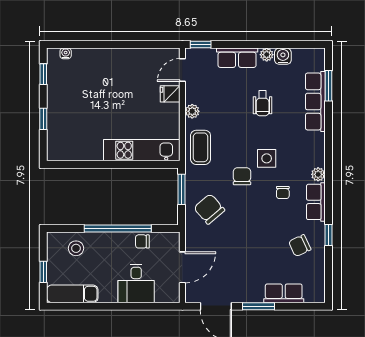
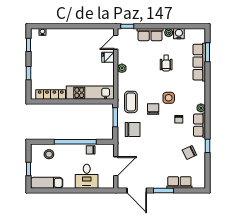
coffee table: (201, 147) -> (131, 102), moved
locker: (79, 153) -> (51, 95), added
chair: (209, 209) -> (133, 130), turned 131

